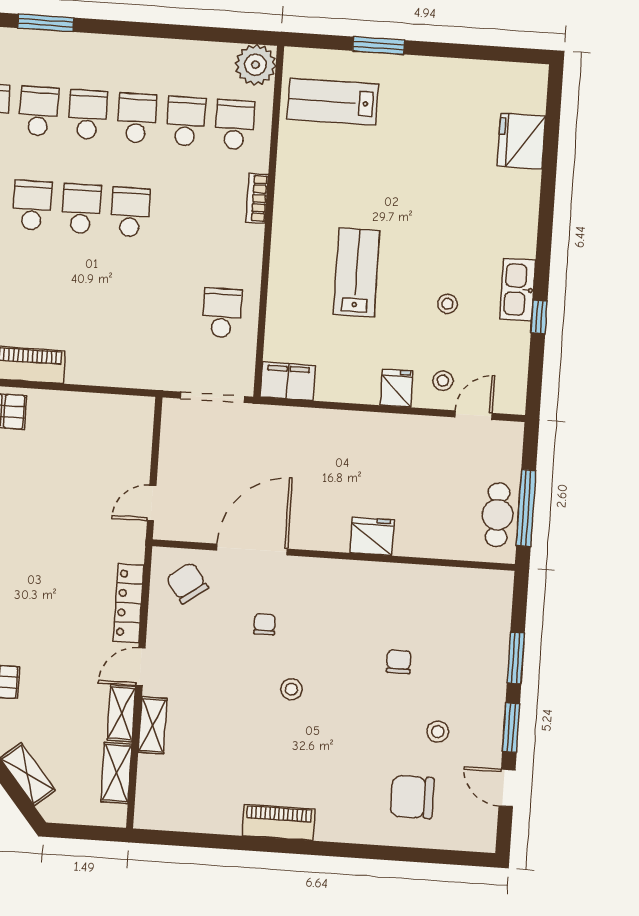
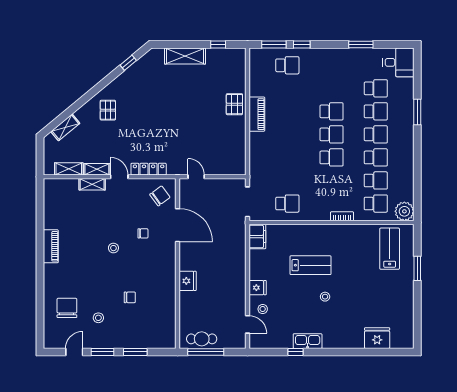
stool: (447, 304) -> (325, 297), moved

